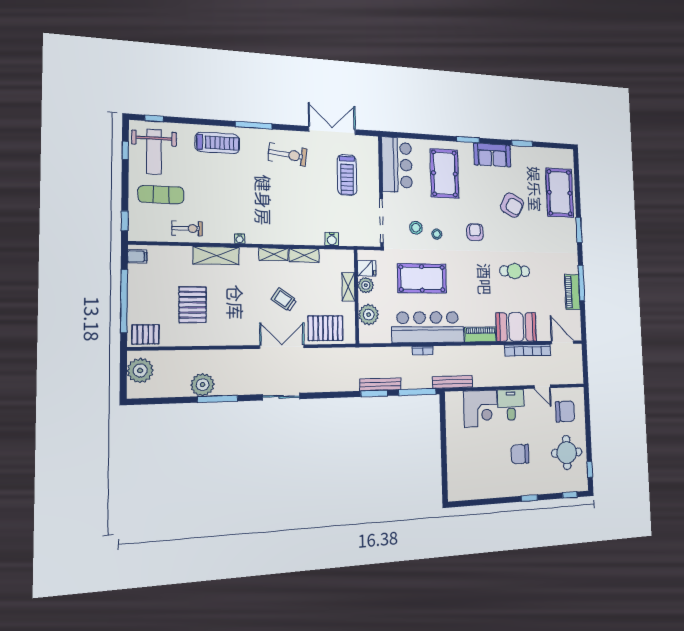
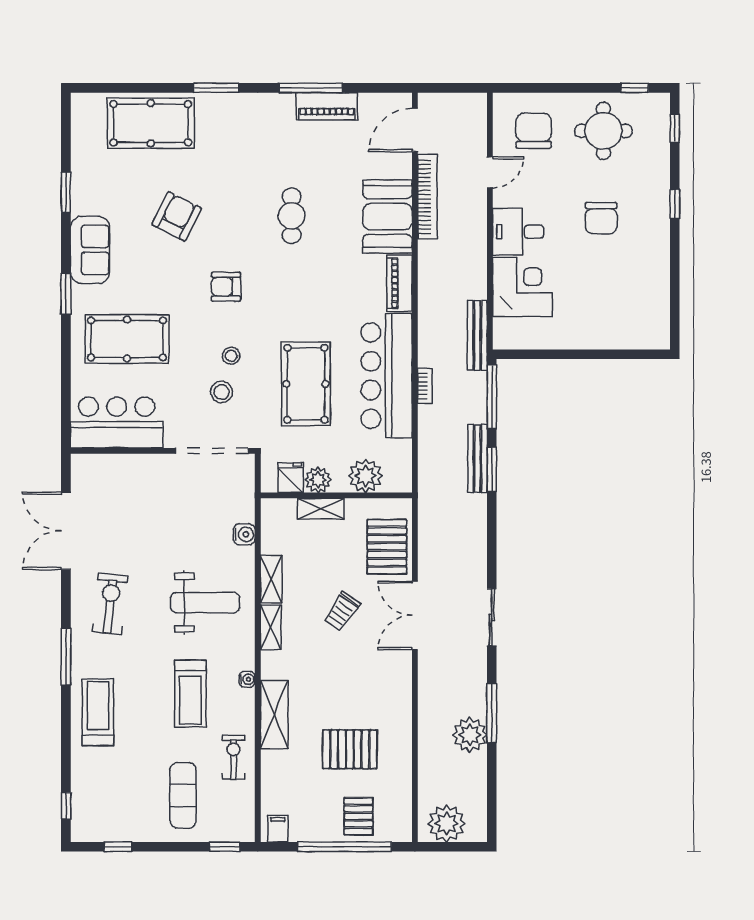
weight bench: (154, 152) -> (205, 603), moved
treadmill: (347, 175) -> (190, 693), moved, turned 90
pallet: (145, 334) -> (358, 816), moved

